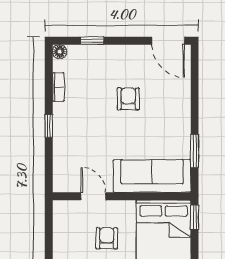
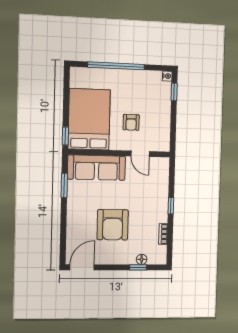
door: (168, 41) -> (82, 267), hinge flipped
floor lamp: (60, 52) -> (142, 259), moved
armchair: (128, 99) -> (113, 225), width x1.88, depth x1.88

